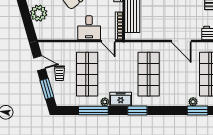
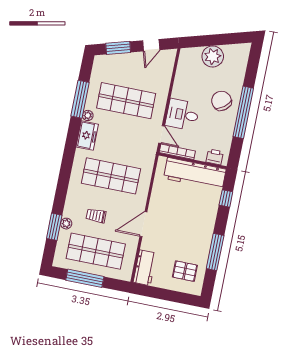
door: (108, 41) -> (161, 135), swing flipped
trolley: (60, 73) -> (96, 216), moved
window: (137, 111) -> (69, 153), removed

